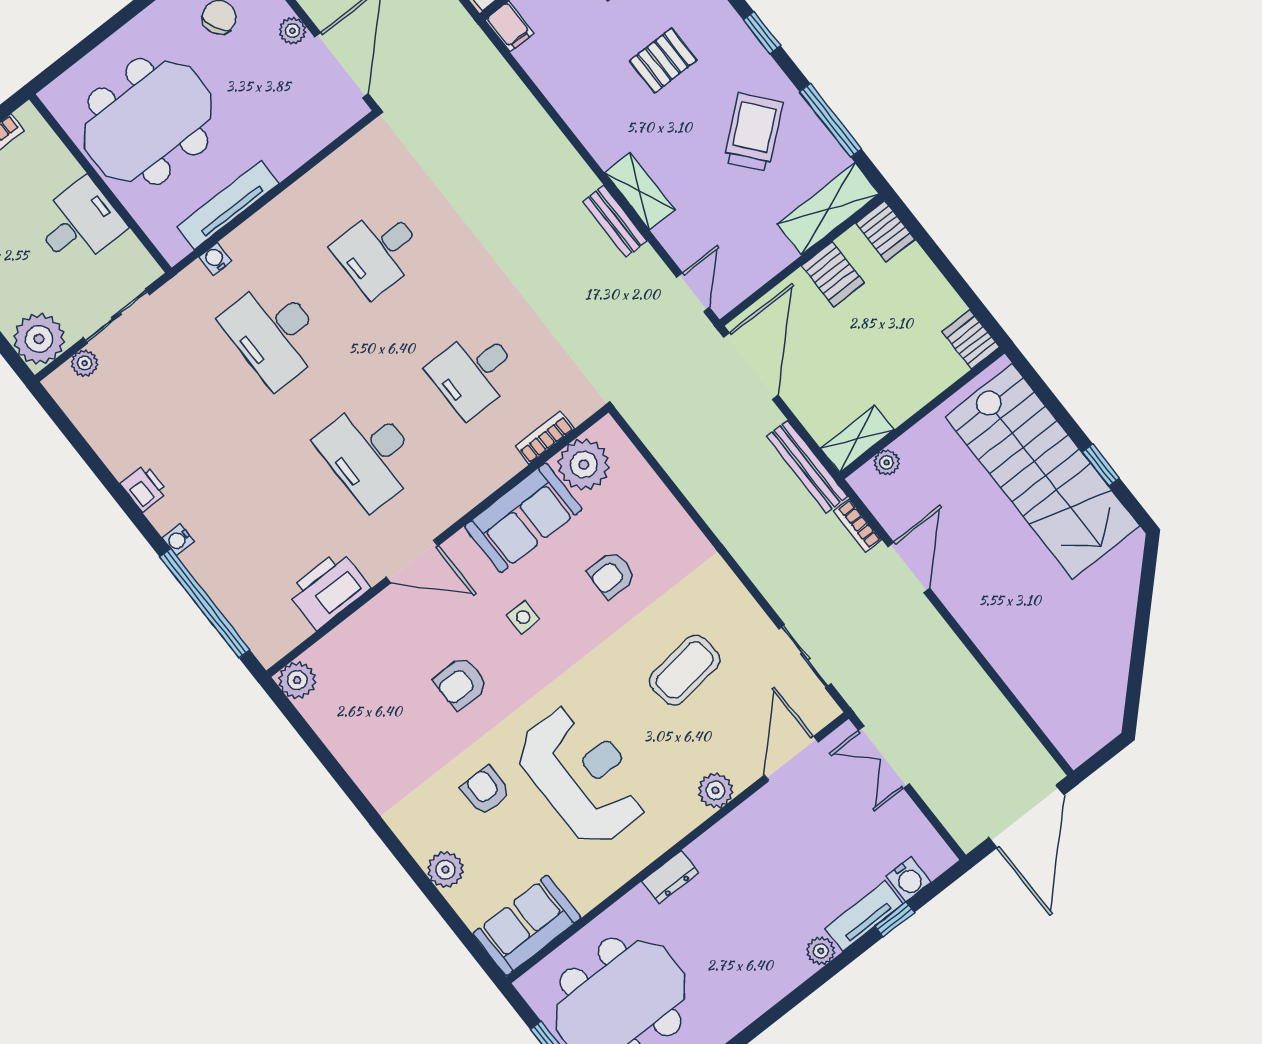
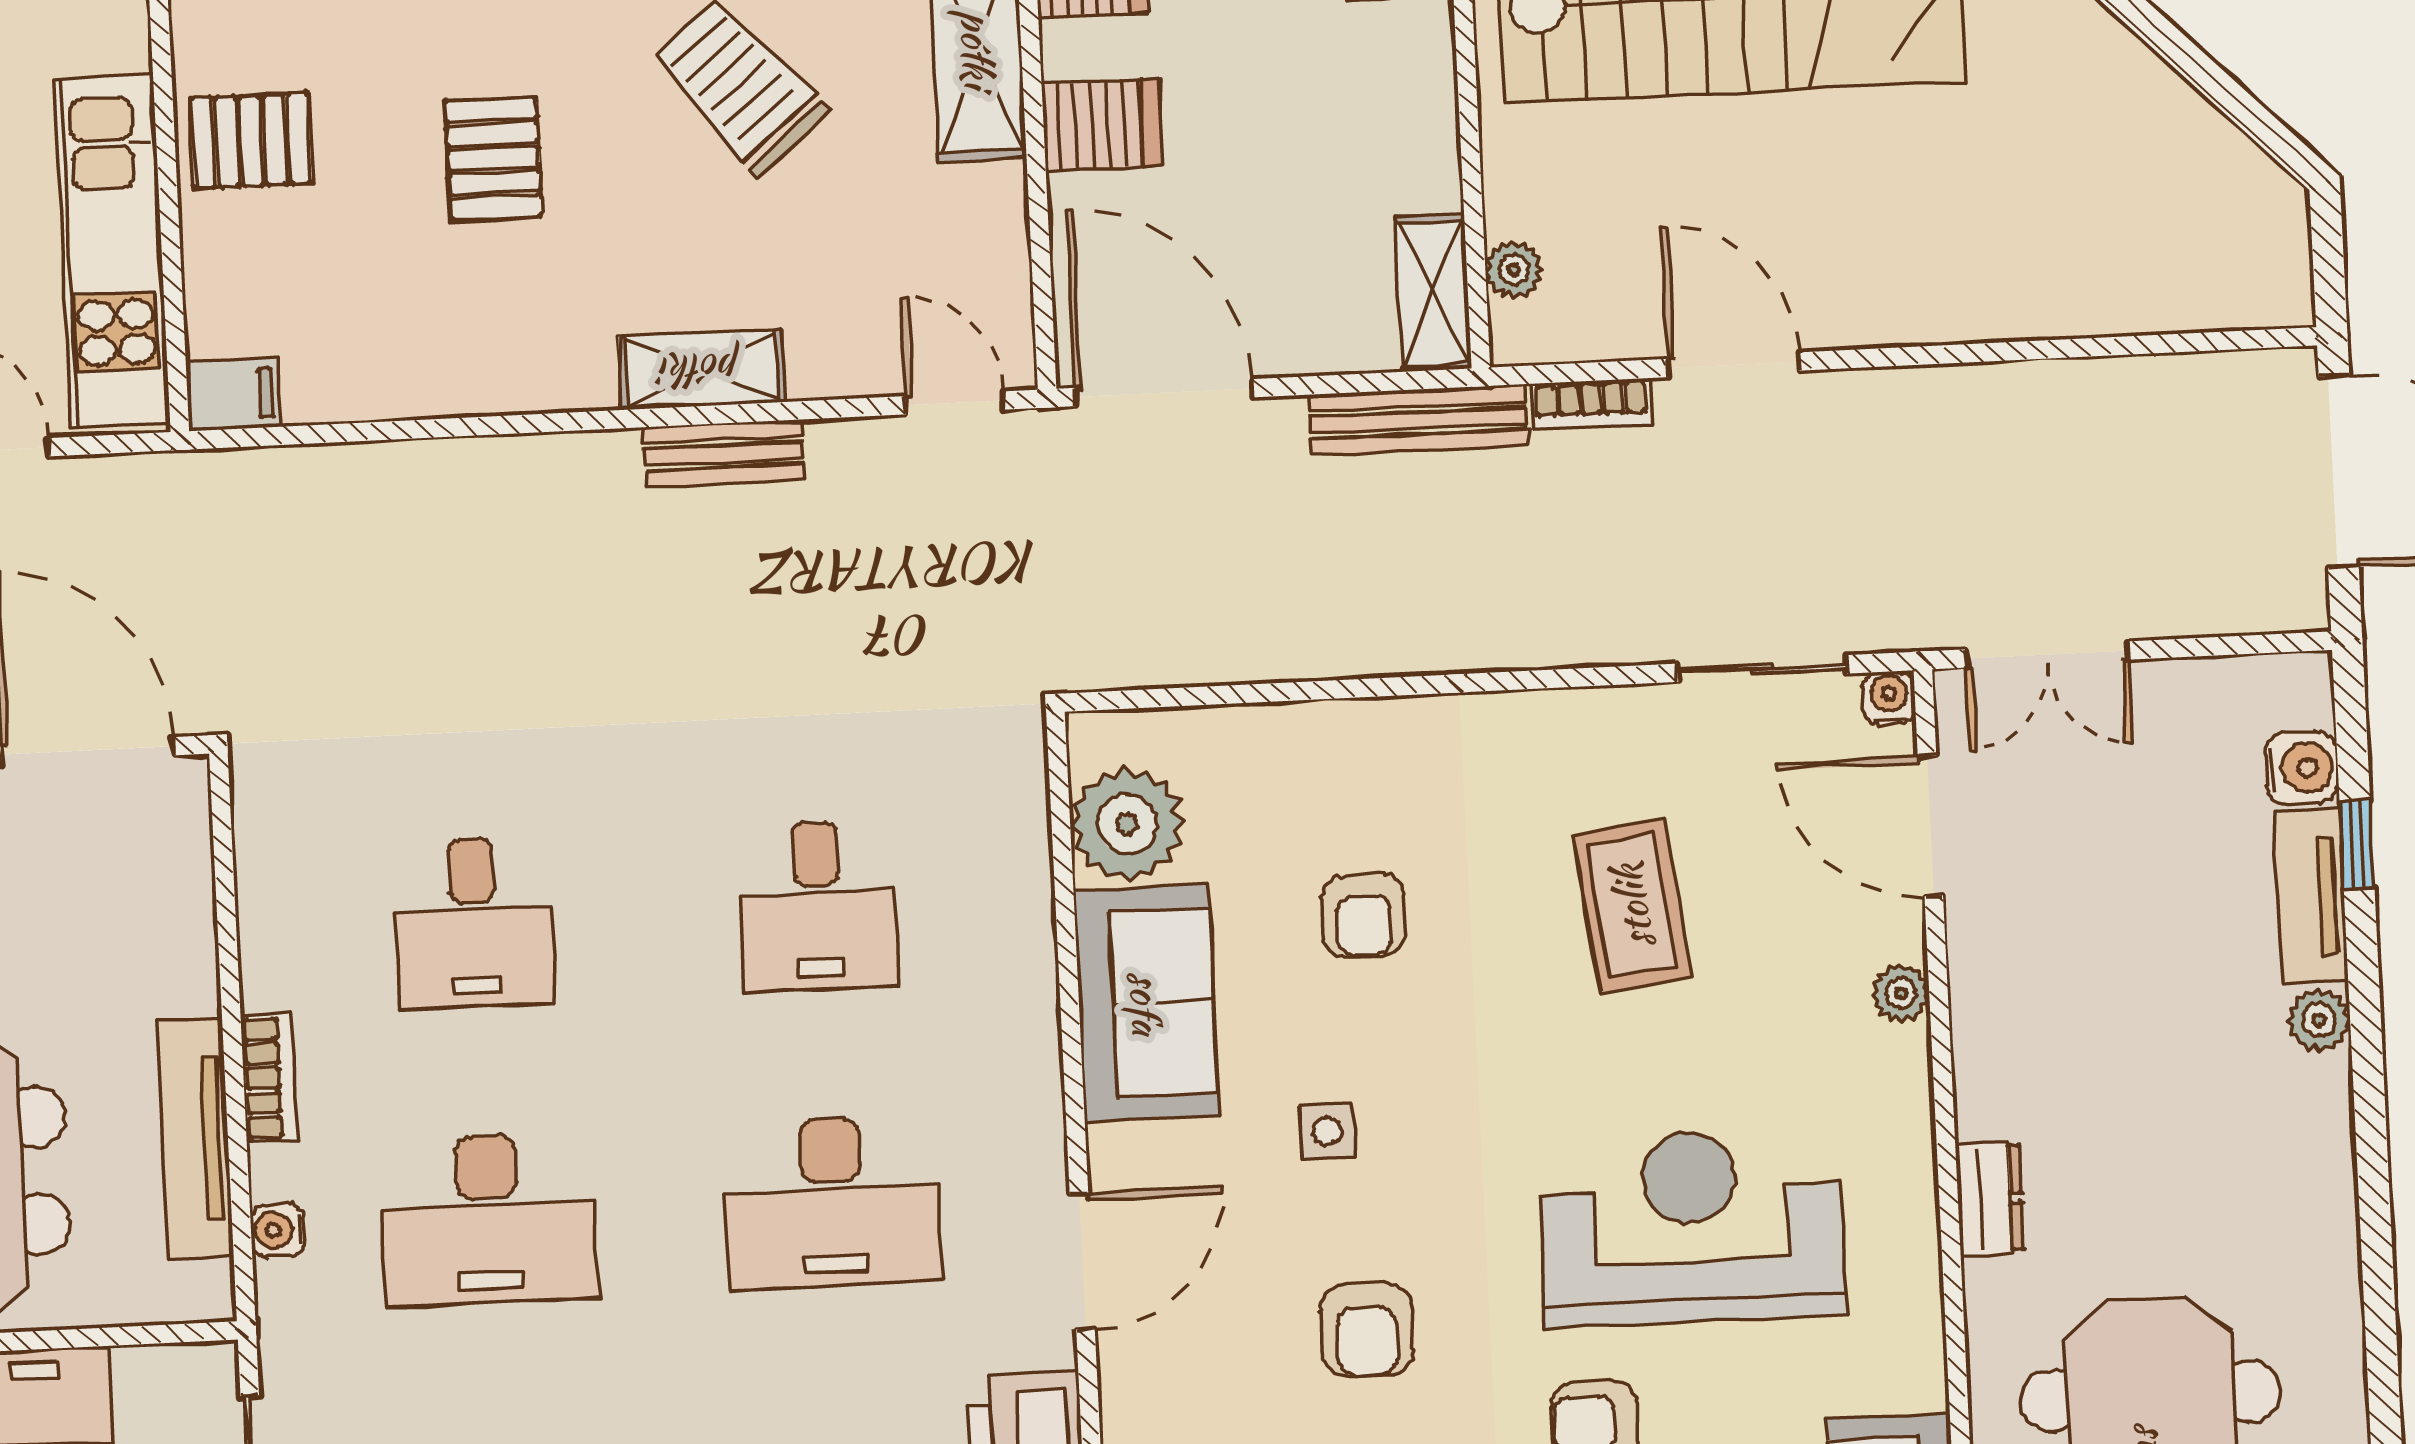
bookcase: (545, 438) -> (269, 1078), moved, turned 180
water cooler: (827, 710) -> (1889, 697), added
plant: (716, 790) -> (1901, 993), width x0.73, depth x0.73

